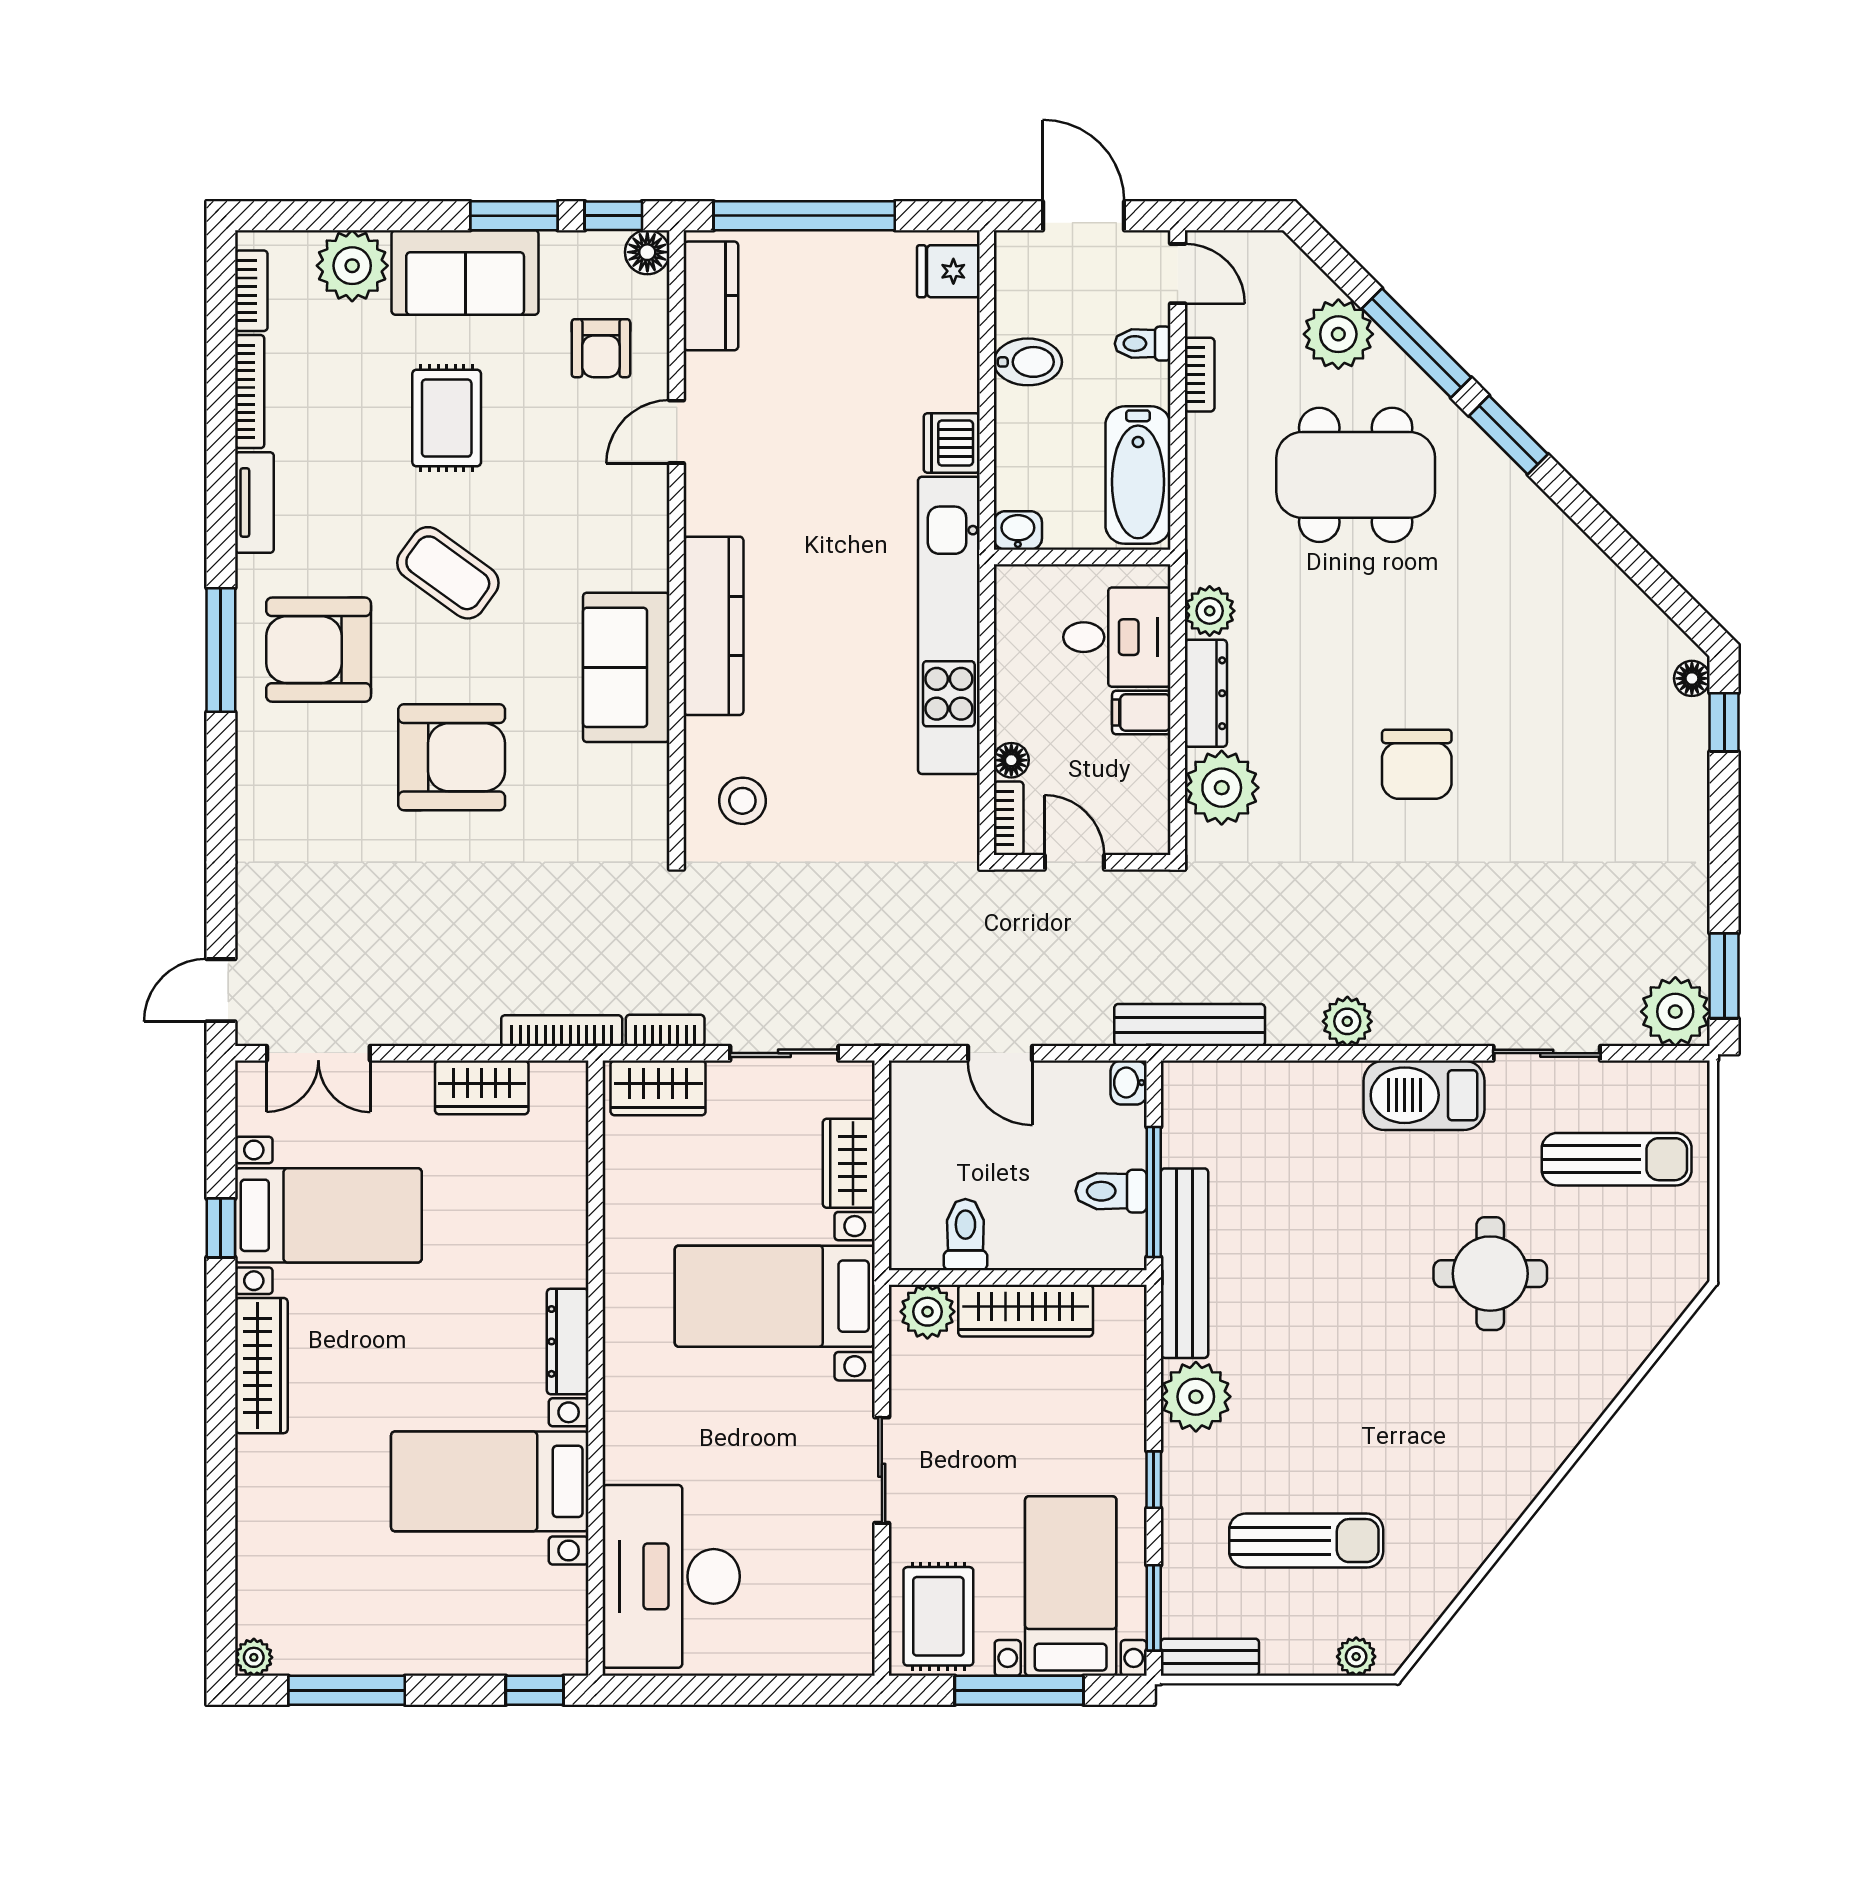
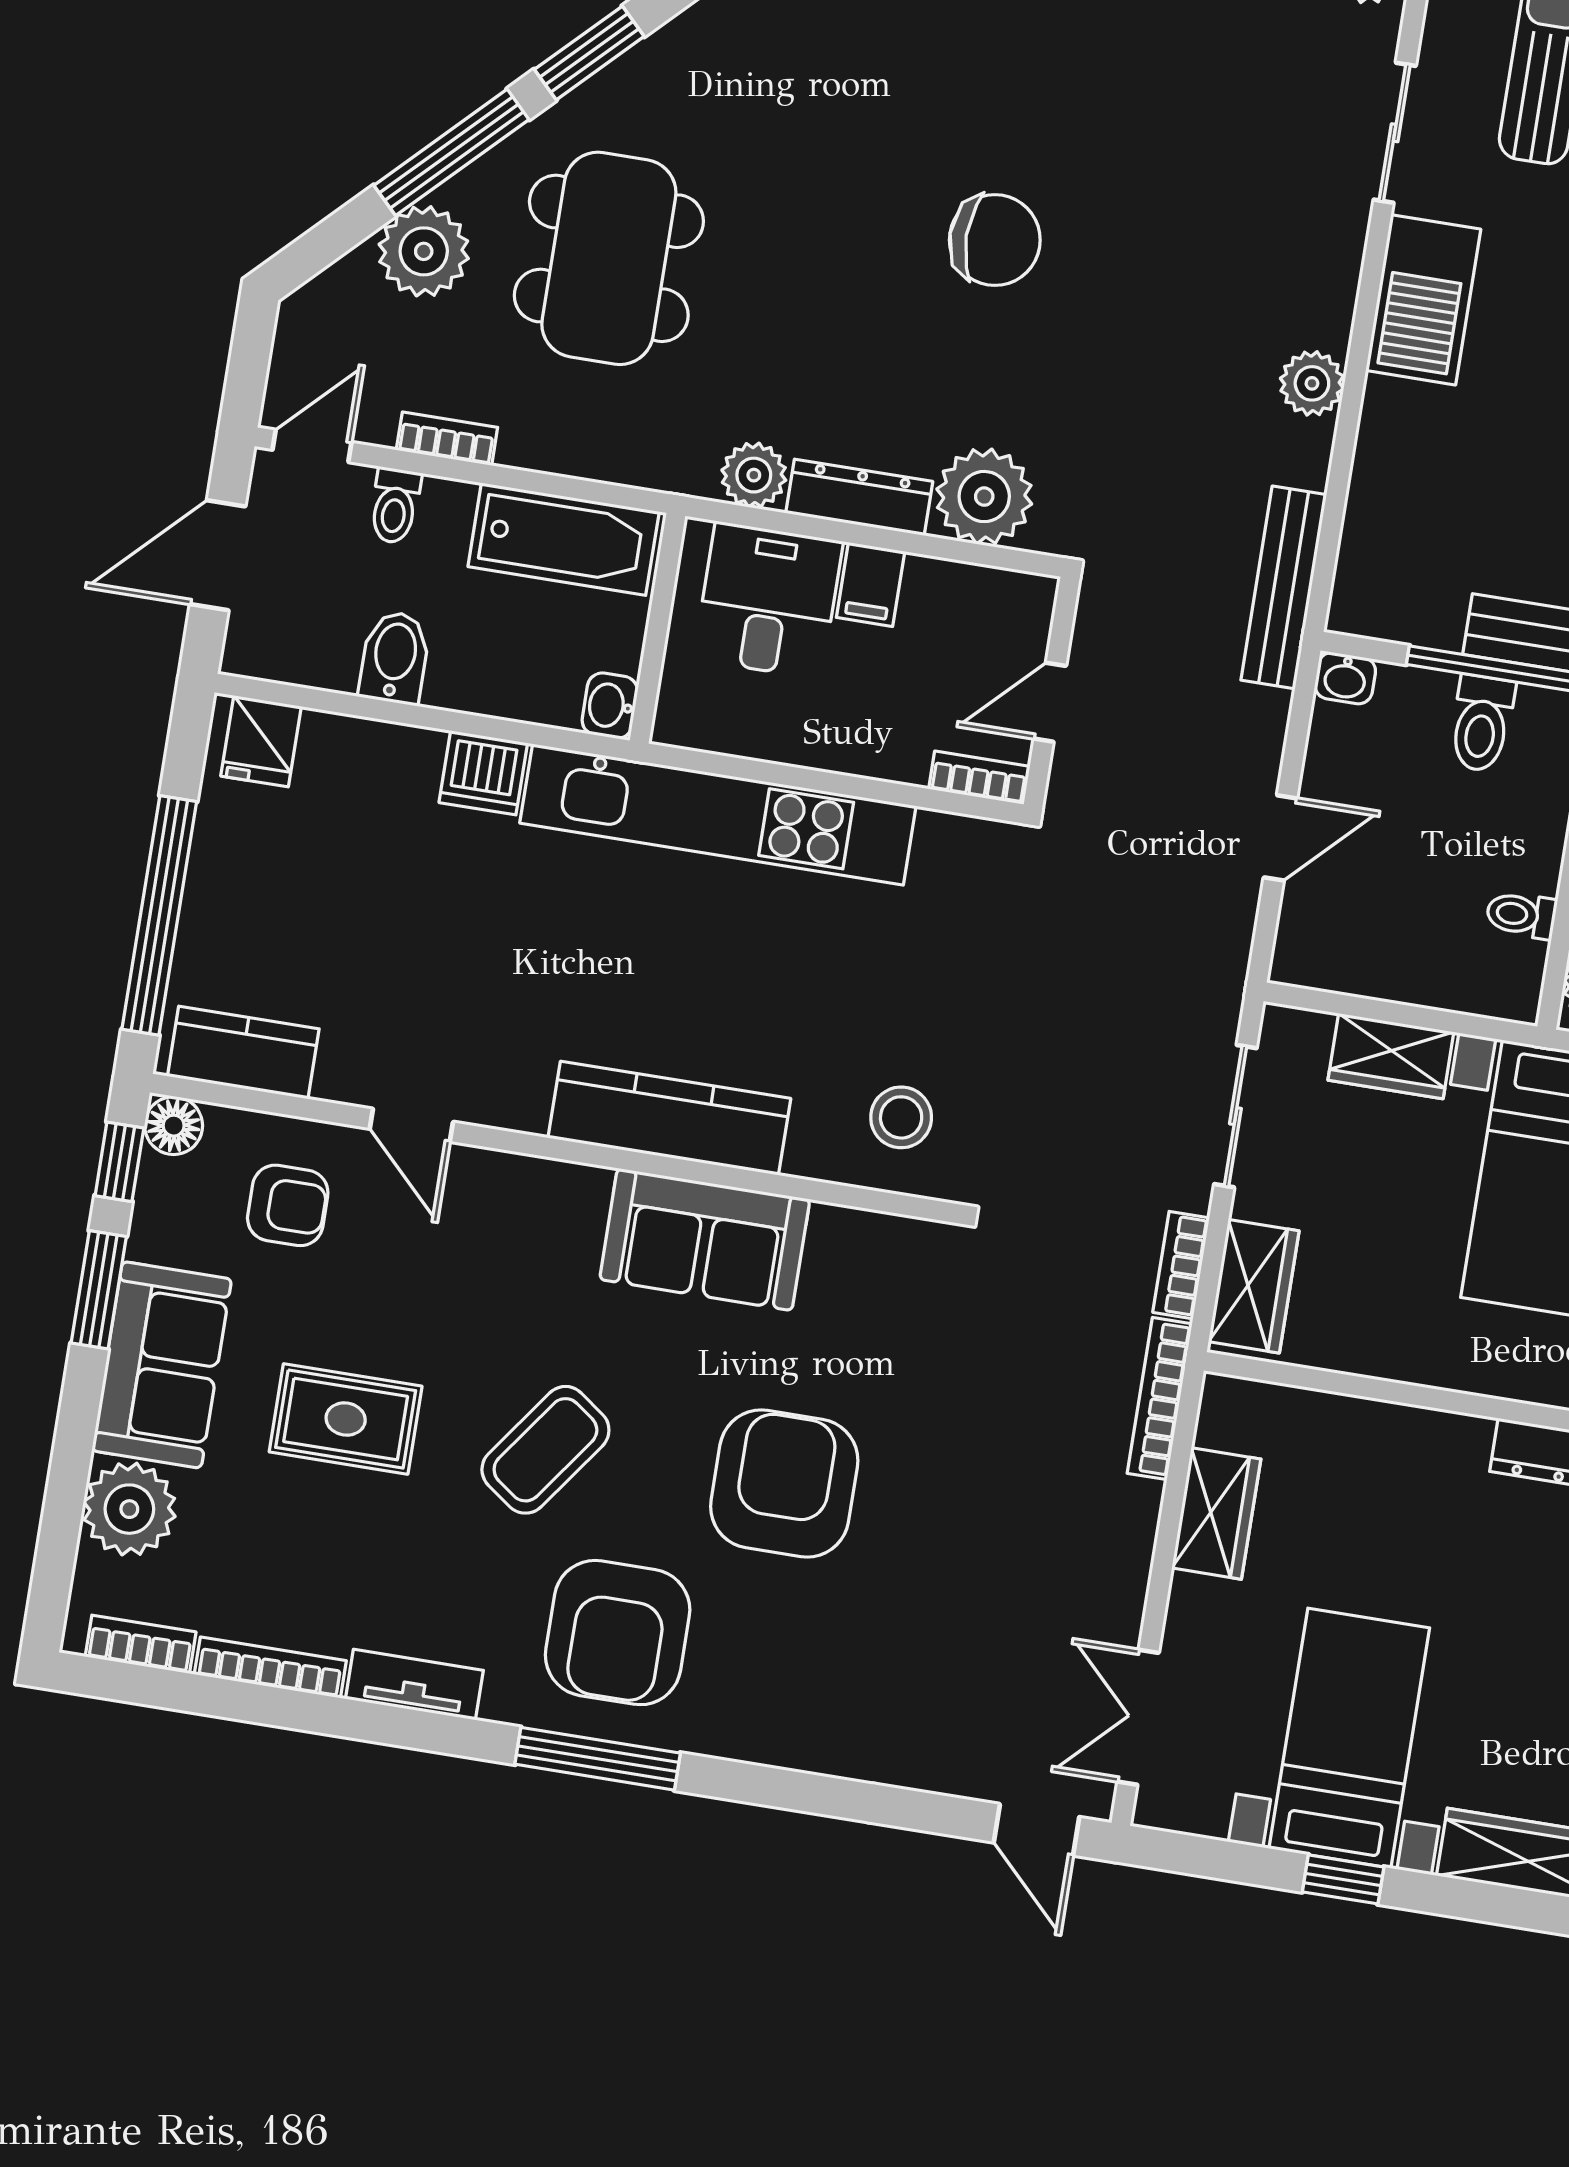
floor lamp: (1011, 760) -> (905, 762), removed
double door: (318, 1053) -> (1138, 1717), swing flipped
toilet: (965, 1235) -> (1521, 915), width x0.73, depth x0.72

